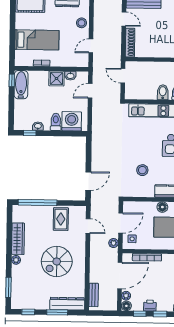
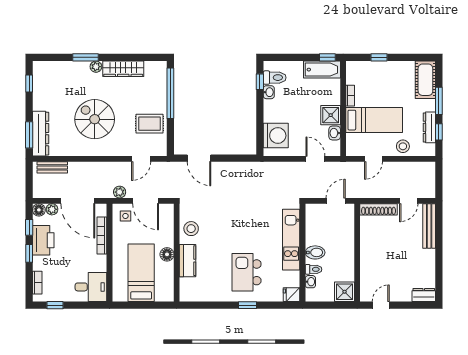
window: (12, 40) -> (379, 57), added
bed: (37, 40) -> (374, 120), moved, turned -90
door: (91, 46) -> (373, 159), swing flipped
toilet: (56, 122) -> (275, 78), moved
stool: (142, 170) -> (191, 229), moved
window: (8, 287) -> (85, 57), moved
printer: (150, 306) -> (43, 240), width x1.87, depth x1.48
window: (57, 312) -> (29, 135), moved

